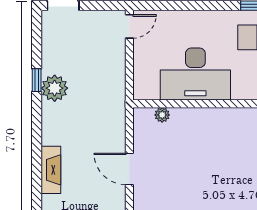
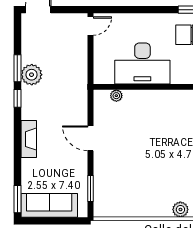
window: (37, 80) -> (17, 68), width x1.50
window: (37, 118) -> (17, 98), added

